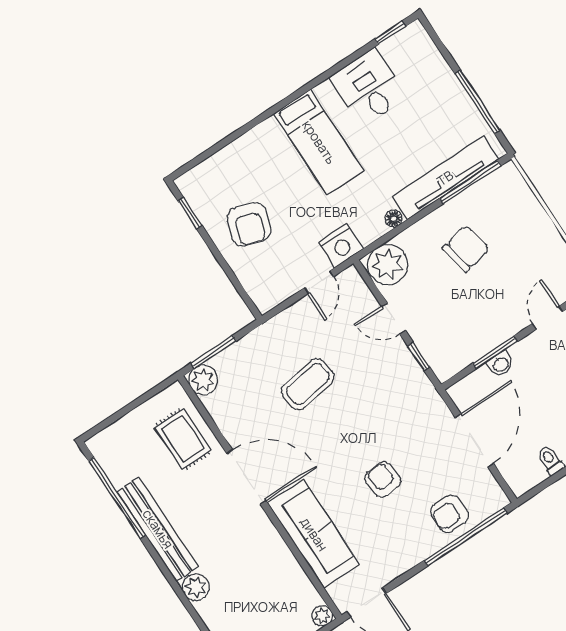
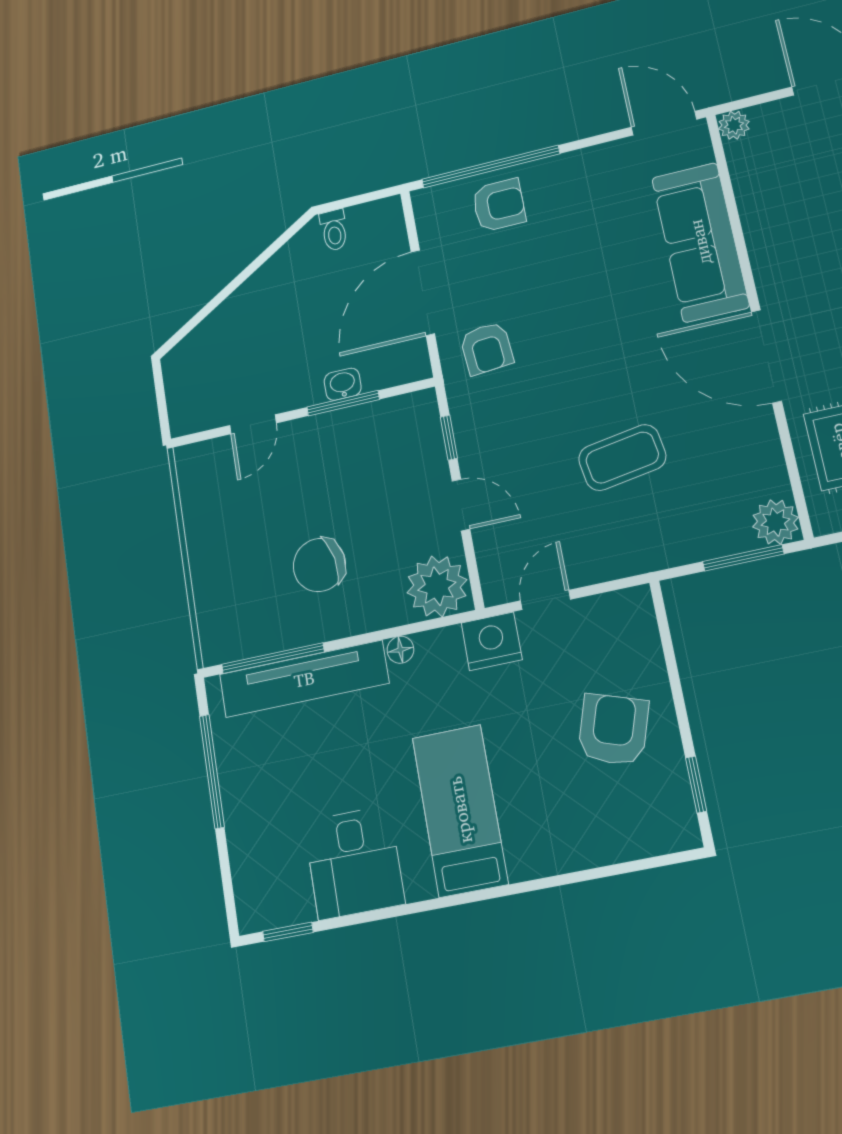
armchair: (383, 480) -> (487, 348), moved

